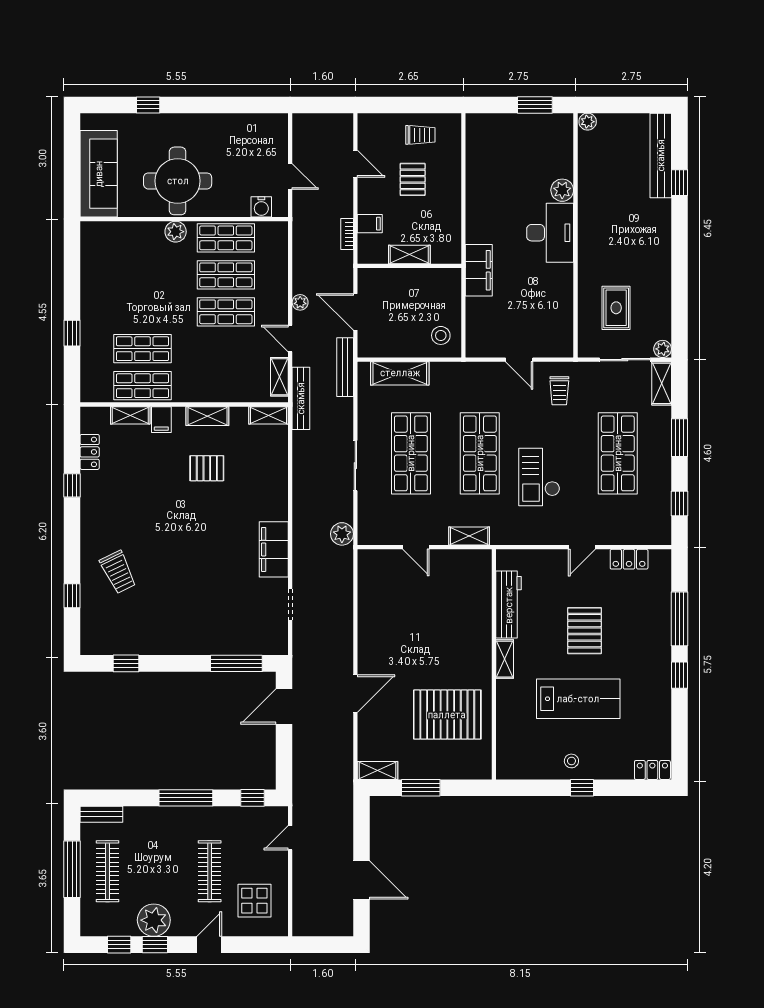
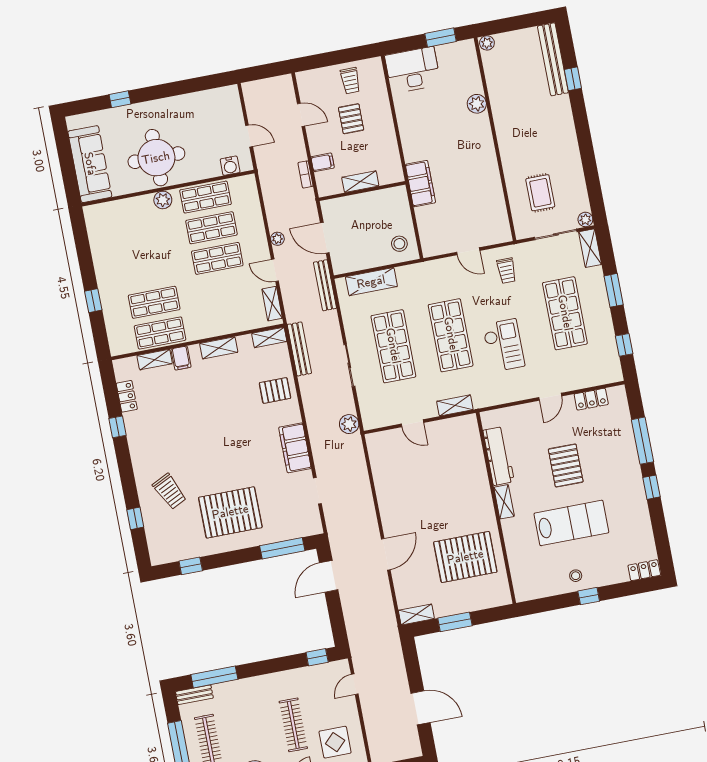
trolley: (420, 135) -> (350, 81), turned 90
desk: (550, 233) -> (413, 70), moved, turned -90
bench: (301, 398) -> (299, 349), moved
pallet: (207, 468) -> (275, 390), moved
checkout: (539, 477) -> (504, 345), turned 180
pallet: (184, 610) -> (230, 512), added
window: (186, 798) -> (214, 677), moved

